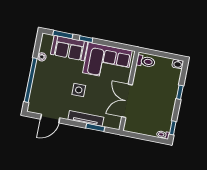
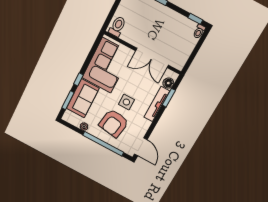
armchair: (54, 84) -> (114, 123), added
door: (50, 118) -> (141, 147), moved
floor lamp: (109, 123) -> (168, 83), added

